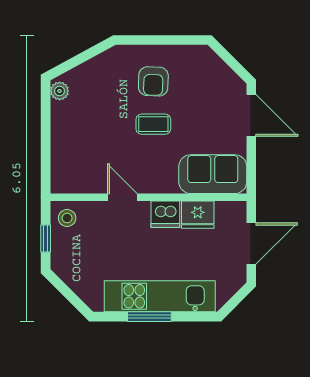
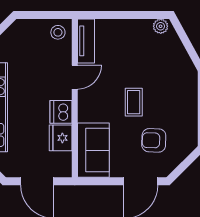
armchair: (153, 81) -> (154, 140), moved
tv unit: (78, 183) -> (86, 41), added
window: (46, 238) -> (41, 15), removed

